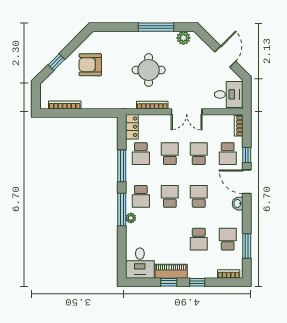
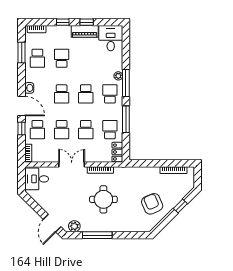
door: (225, 57) -> (52, 223), moved
armchair: (90, 65) -> (152, 204), turned -113
school desk: (228, 154) -> (37, 130), turned 180

